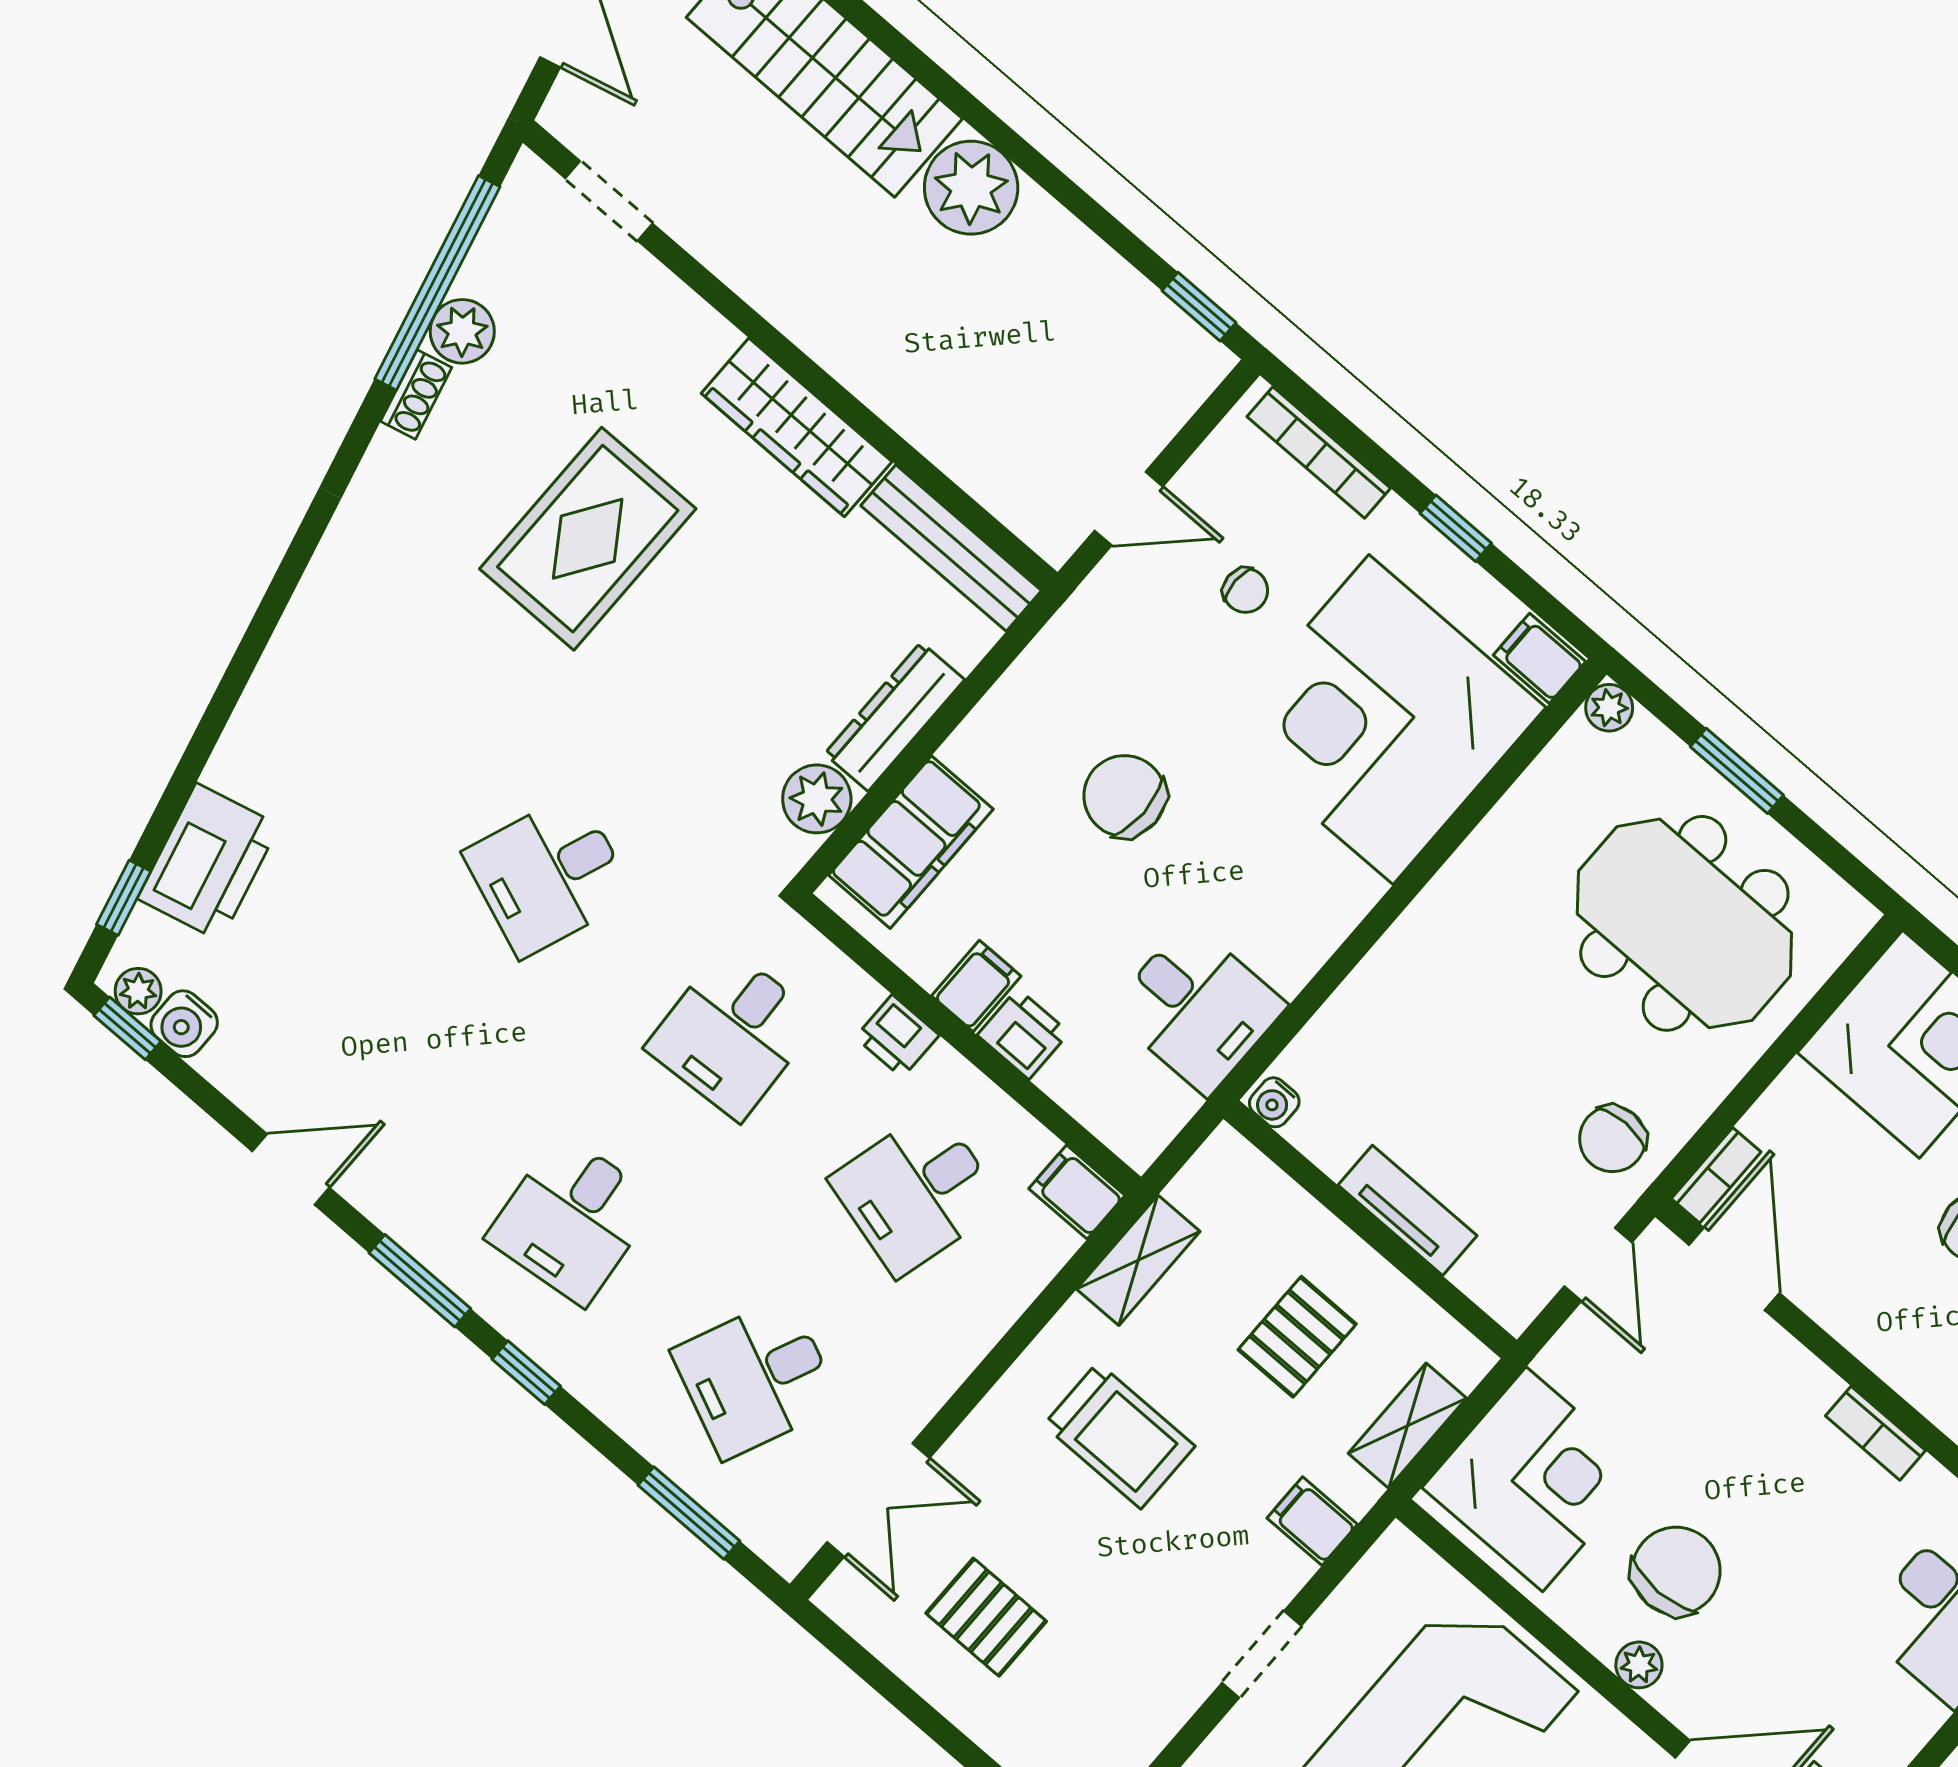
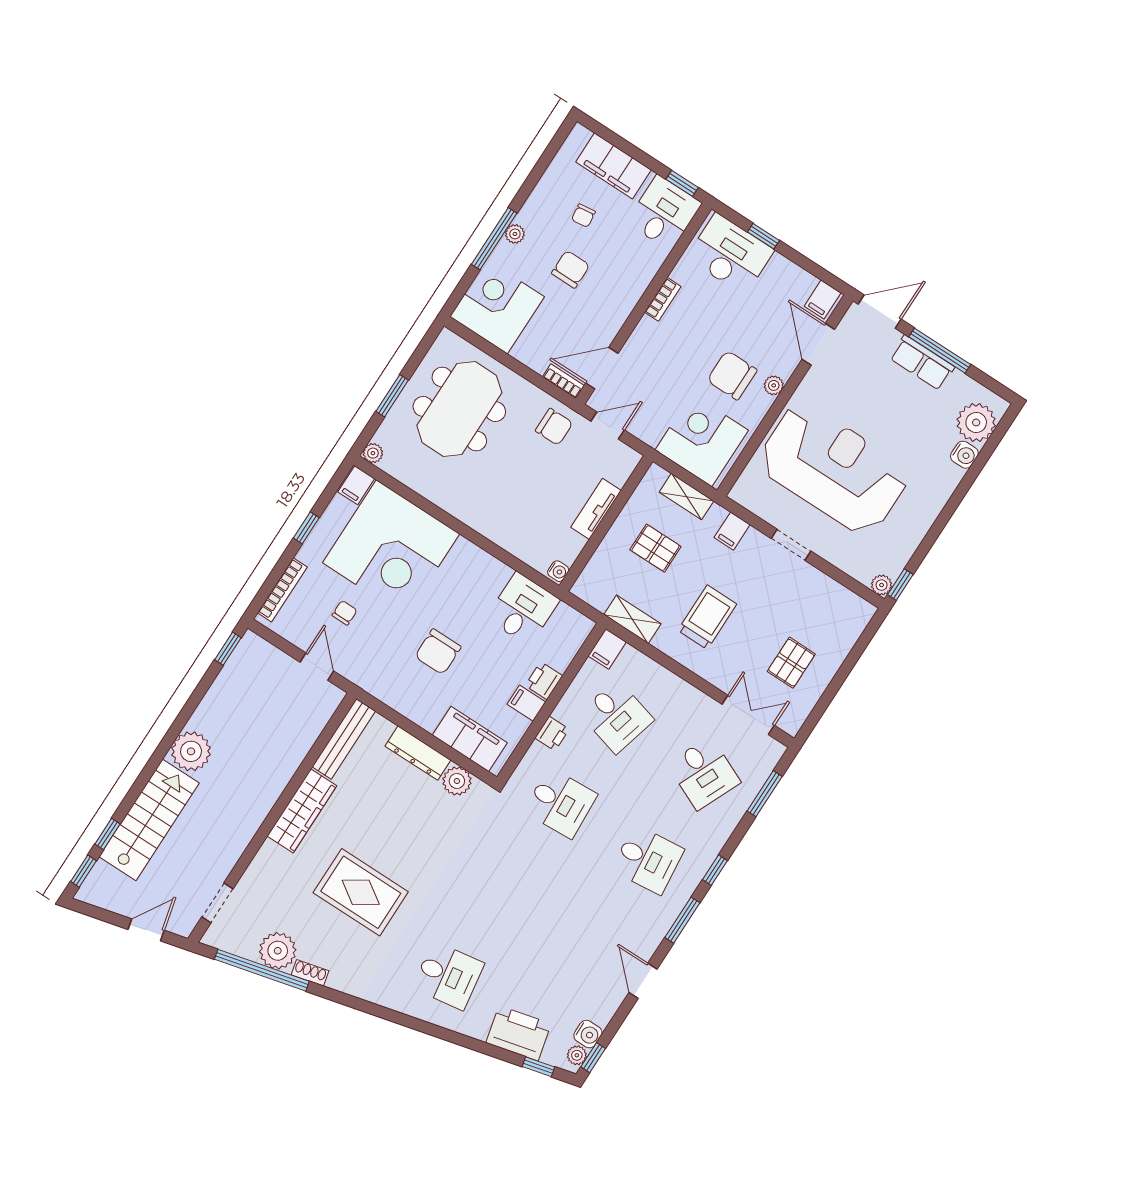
plant: (462, 331) -> (278, 951), width x1.36, depth x1.36
desk: (549, 875) -> (448, 976), moved, turned -30

